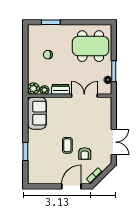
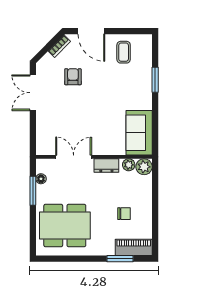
piano: (41, 30) -> (134, 247), added
double door: (84, 96) -> (74, 157), swing flipped
coffee table: (67, 145) -> (124, 52), moved
door: (71, 186) -> (91, 31), hinge flipped

